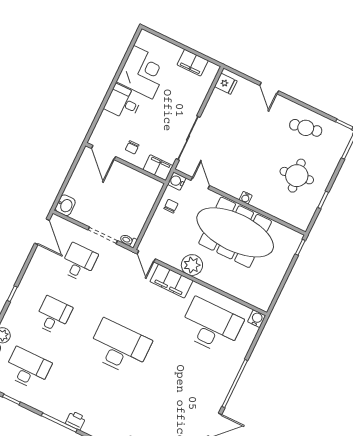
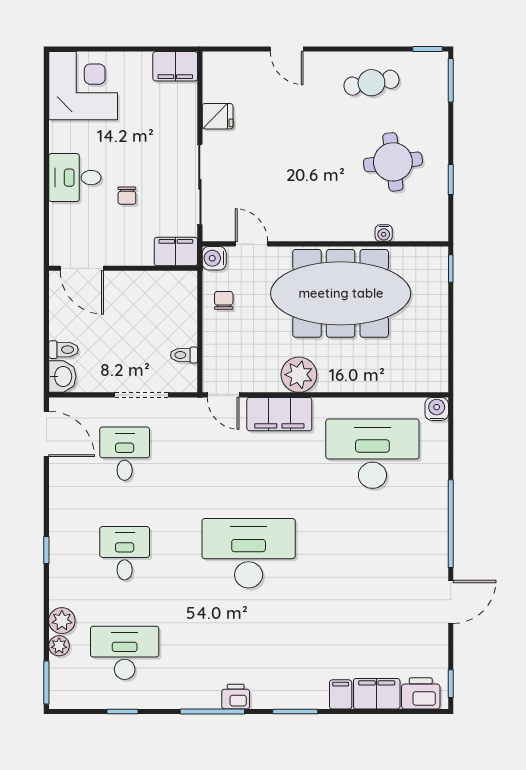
filing cabinet: (193, 63) -> (175, 66), moved
corner desk: (143, 72) -> (83, 86), moved
fridge: (226, 84) -> (218, 116), moved
chair: (132, 147) -> (127, 196), moved
toilet: (73, 191) -> (63, 350), added
water cooler: (246, 198) -> (384, 233), moved
toilet: (128, 241) -> (184, 355), moved

